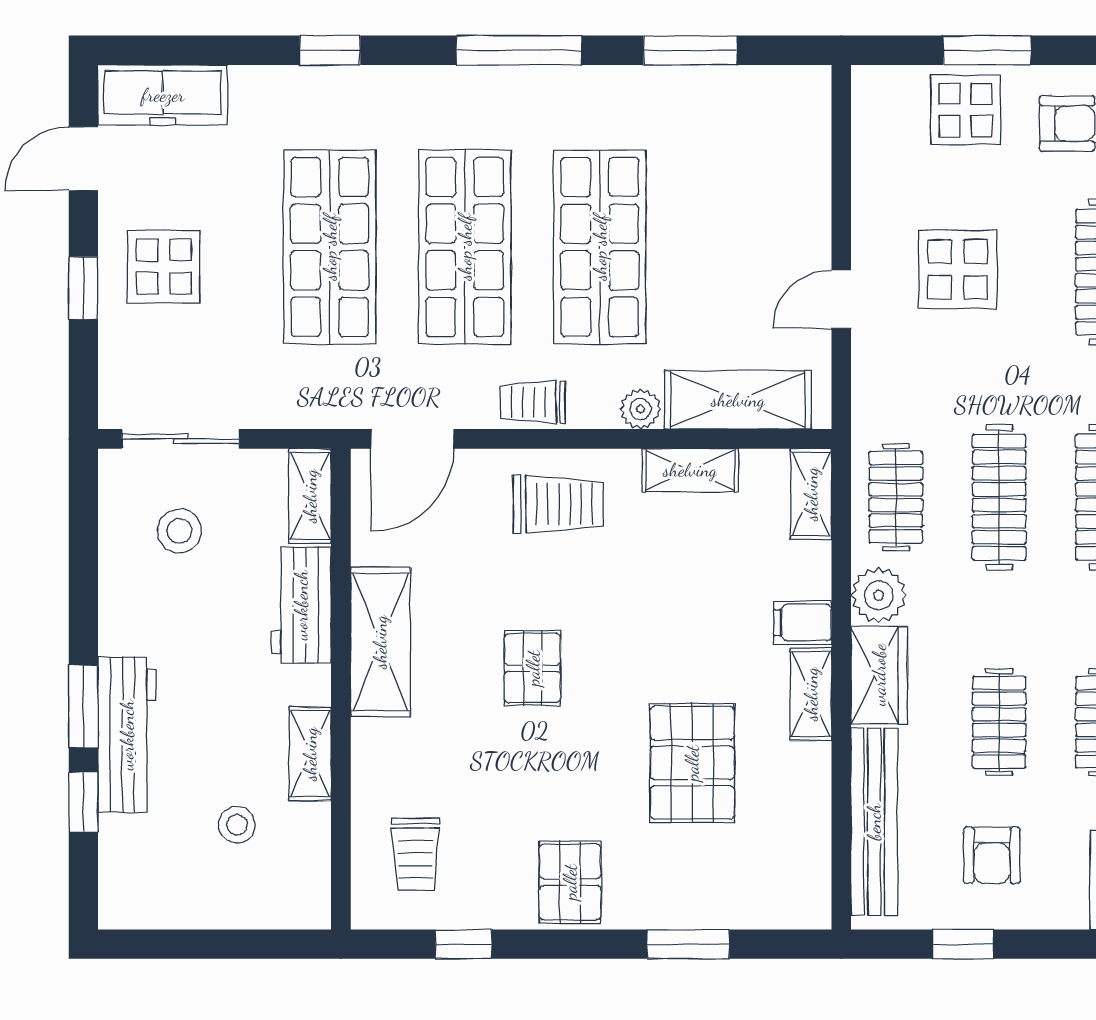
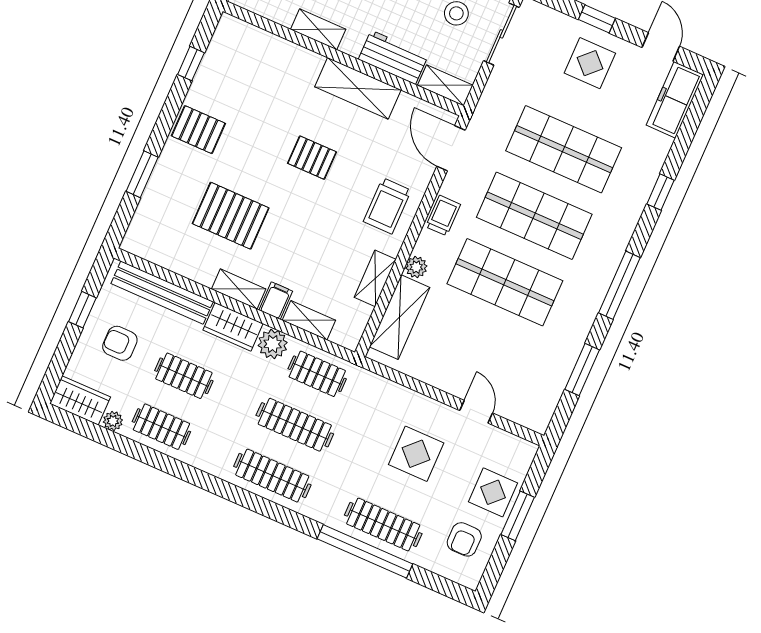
door: (841, 299) -> (476, 412), moved
shelving: (811, 494) -> (309, 320), moved
trolley: (416, 854) -> (246, 60), removed

